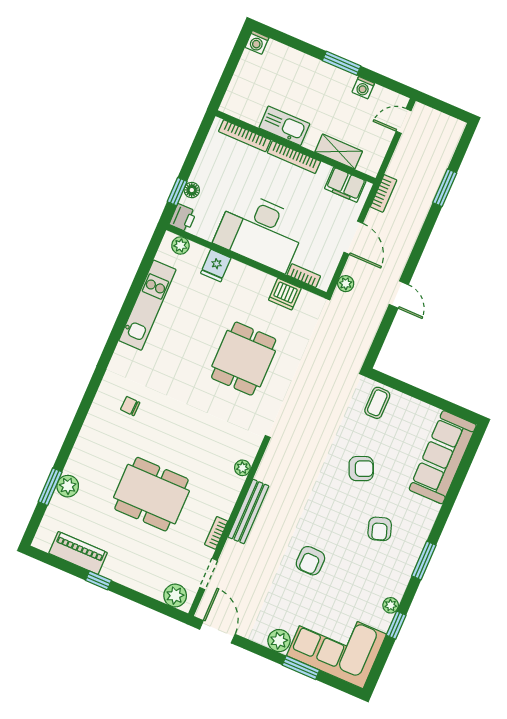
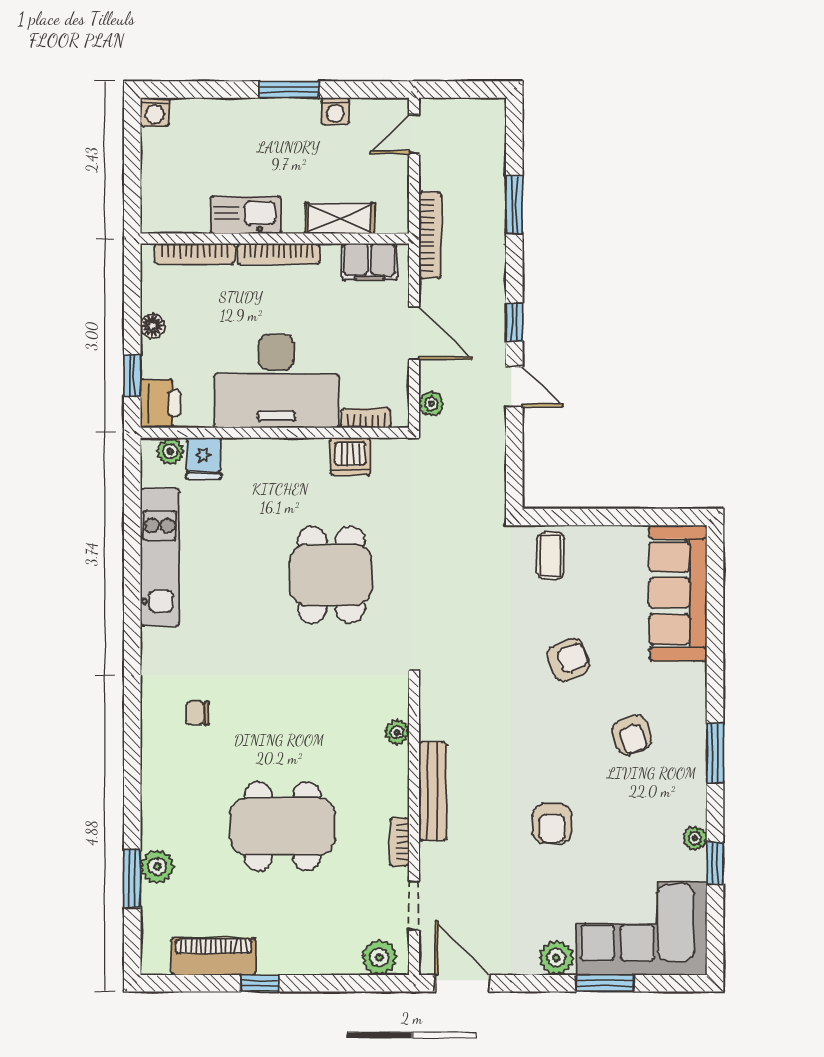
floor lamp: (192, 190) -> (152, 326), moved
bookcase: (384, 193) -> (430, 235), width x1.56
printer: (183, 218) -> (161, 404), width x1.36, depth x1.24
window: (415, 257) -> (514, 322), added
fridge: (216, 266) -> (204, 458), moved

